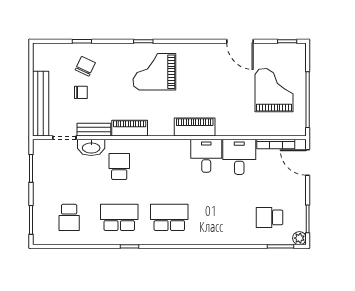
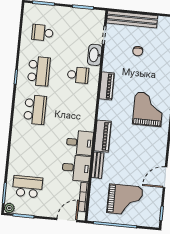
chair: (85, 66) -> (157, 56), removed
bench: (94, 130) -> (98, 165), moved
school desk: (269, 217) -> (27, 187), width x1.85

